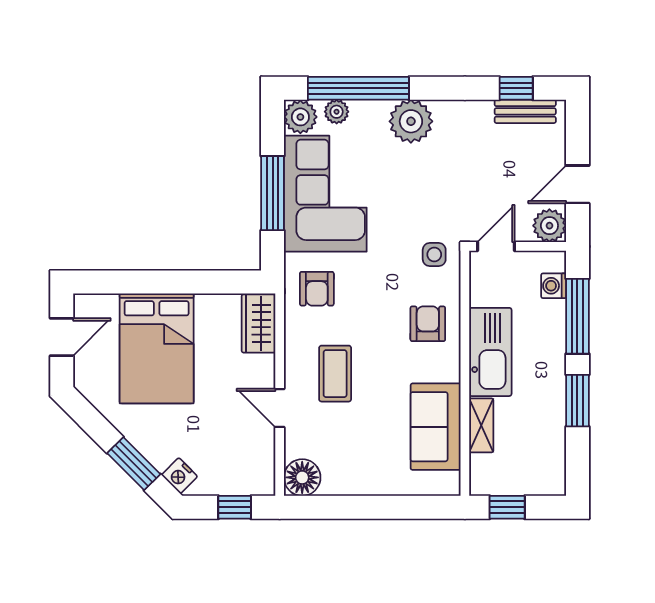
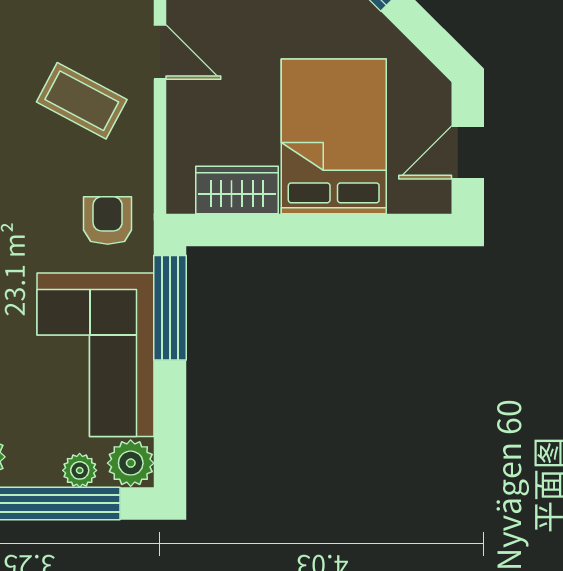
window: (273, 193) -> (170, 308), moved
wardrobe: (258, 323) -> (237, 190), moved, turned -90
coffee table: (335, 374) -> (82, 101), turned -62

